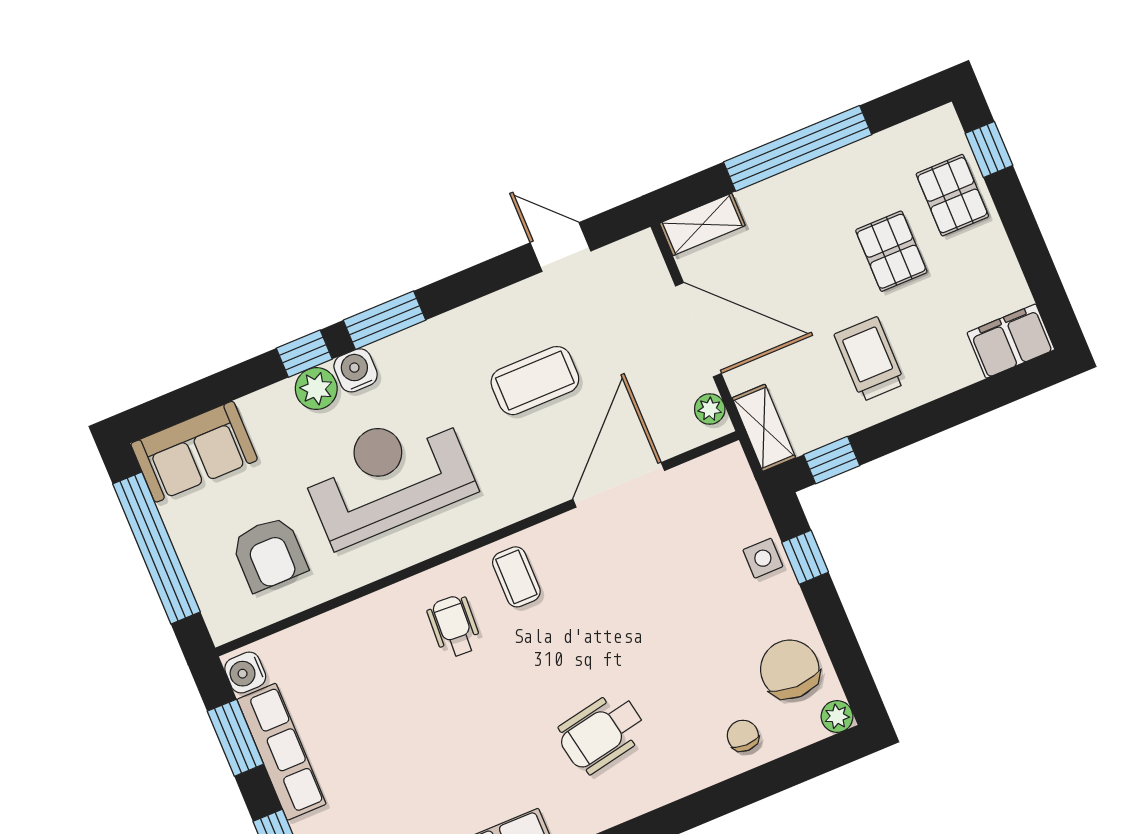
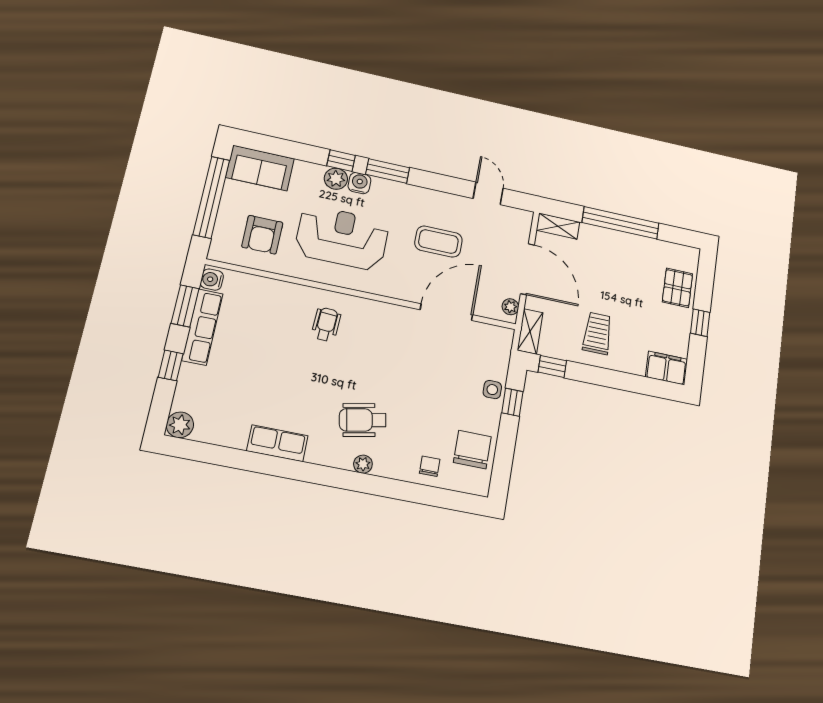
window: (989, 149) -> (700, 323), moved
pallet: (891, 251) -> (636, 293), removed
coffee table: (516, 577) -> (371, 322), removed
plant: (837, 716) -> (363, 464), moved

